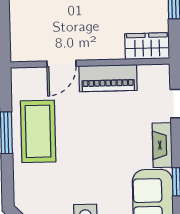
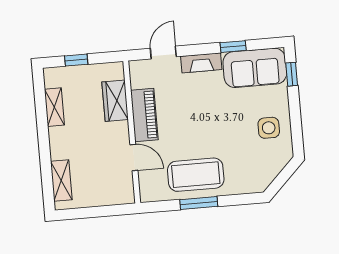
wardrobe: (147, 46) -> (115, 101), moved

